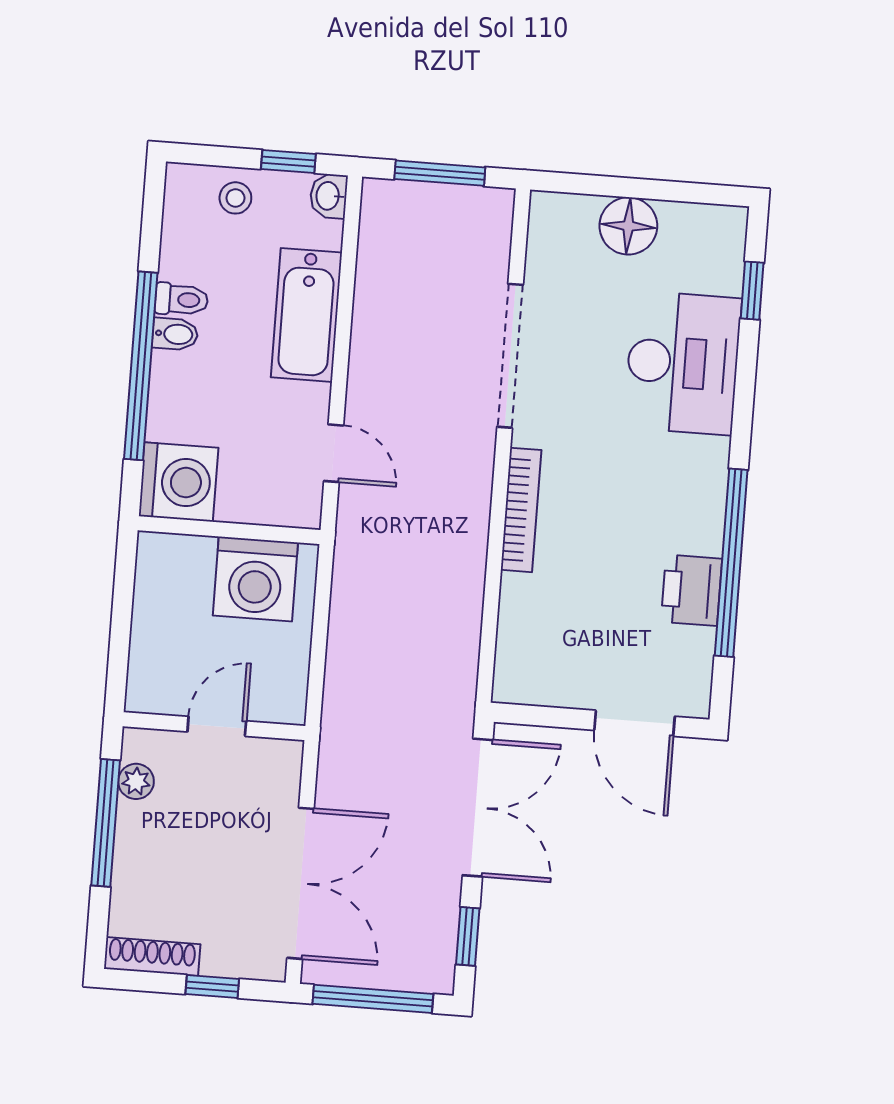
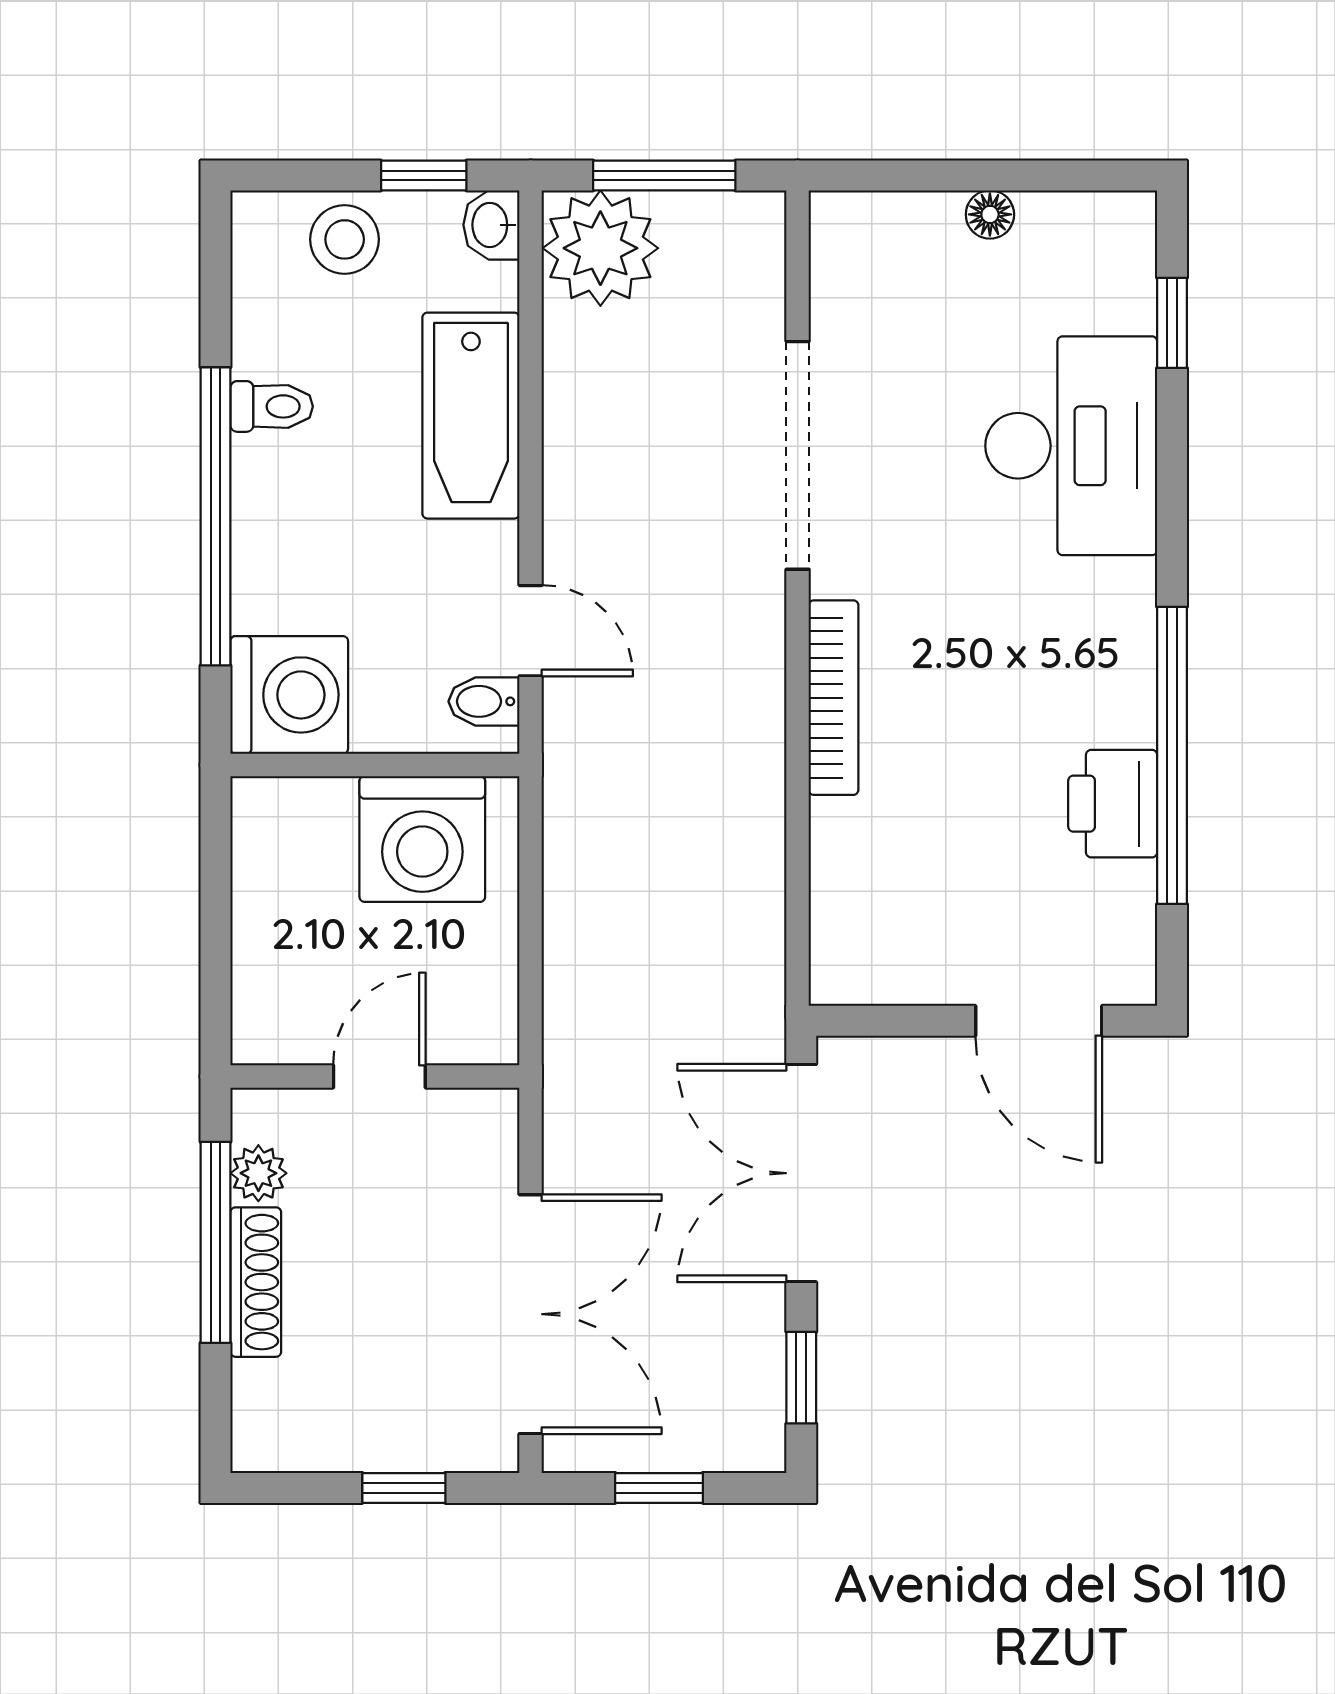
stool: (235, 198) -> (345, 239), width x1.37, depth x1.37
plant: (396, 216) -> (600, 248), added
floor lamp: (628, 226) -> (990, 214), width x0.53, depth x0.53
bidet: (175, 334) -> (484, 701), moved, turned 180
double door: (478, 808) -> (801, 1173), swing flipped
shoe rack: (152, 956) -> (256, 1282), moved, turned 90
window: (373, 999) -> (659, 1488), width x0.46

